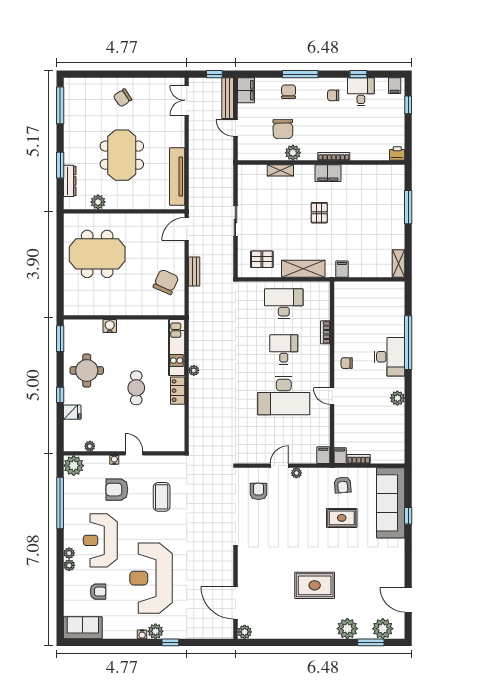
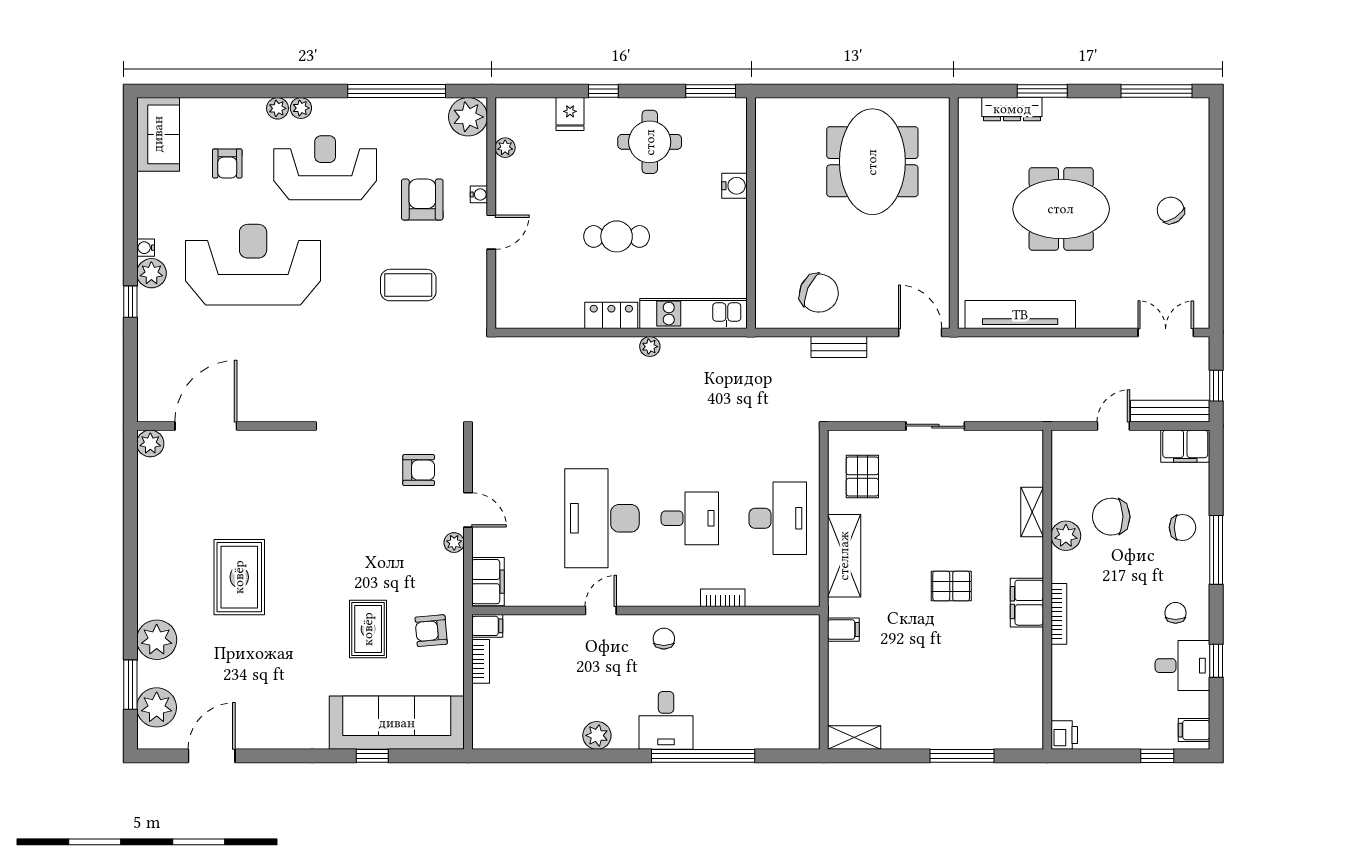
plant: (98, 202) -> (972, 163), removed
desk: (390, 357) -> (666, 720), width x0.73
filing cabinet: (323, 455) -> (488, 582), width x2.00

